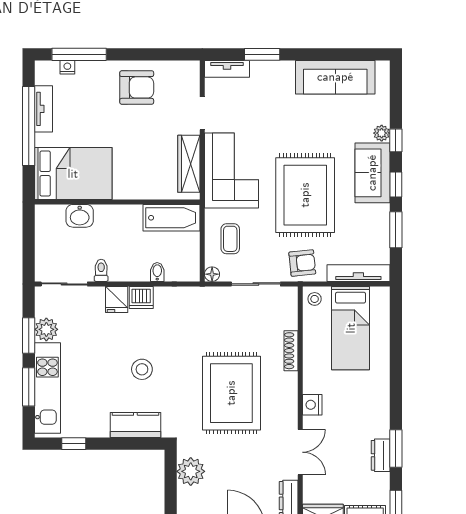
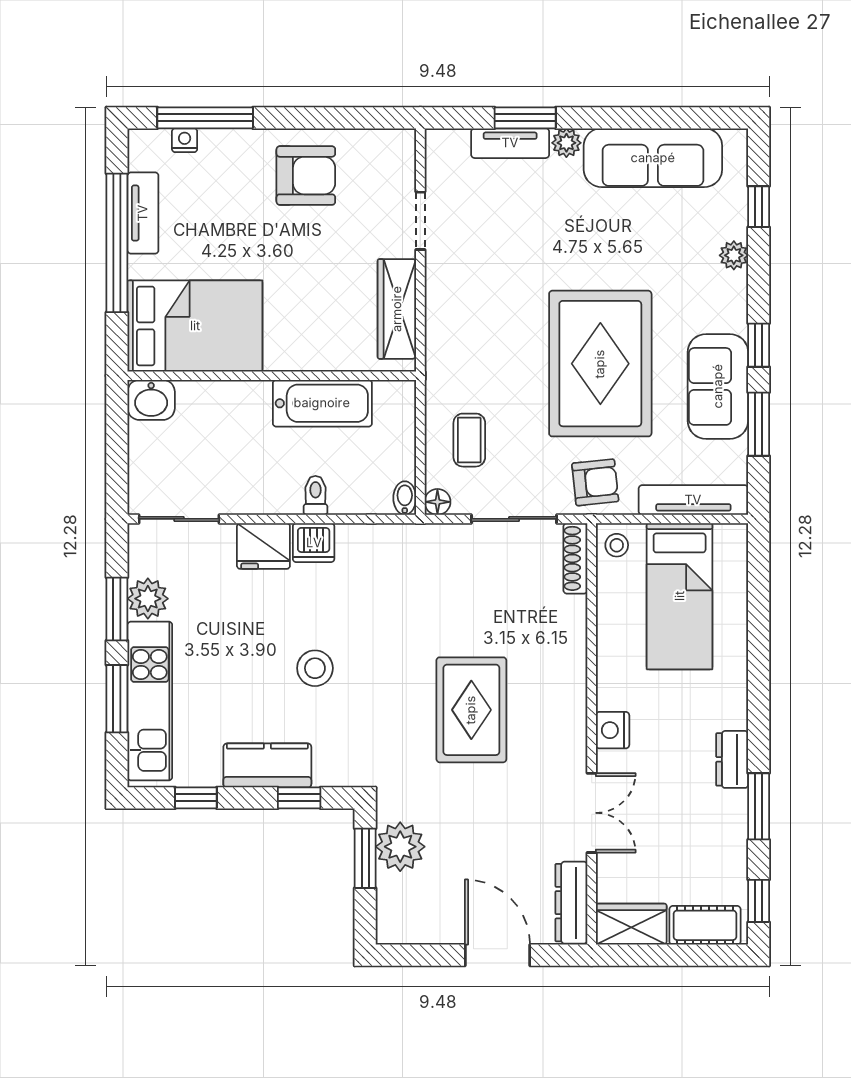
tv unit: (227, 69) -> (510, 143), moved
plant: (286, 69) -> (566, 143), added
window: (396, 140) -> (759, 207), moved
corner sofa: (231, 171) -> (471, 321), removed
sofa: (372, 173) -> (718, 386), moved
washbasin: (80, 216) -> (151, 400), moved
bathtub: (171, 218) -> (322, 403), moved
toilet: (101, 270) -> (315, 495), moved
bidet: (157, 272) -> (405, 498), moved
fridge: (117, 299) -> (263, 546), width x1.38
shoe rack: (291, 351) -> (575, 558), moved
rug: (231, 393) -> (471, 710), width x0.73, depth x0.69
kitchen counter: (135, 425) -> (267, 765), moved
window: (133, 444) -> (299, 798), added
dresser: (381, 455) -> (732, 759), moved
window: (171, 478) -> (365, 858), added

